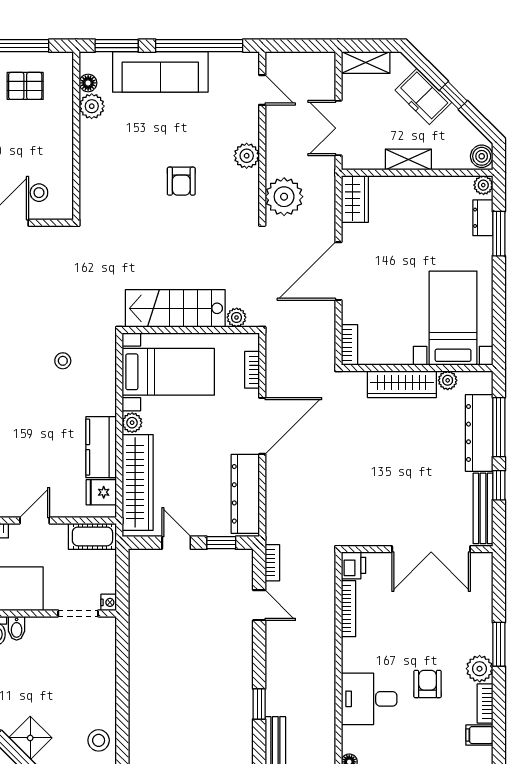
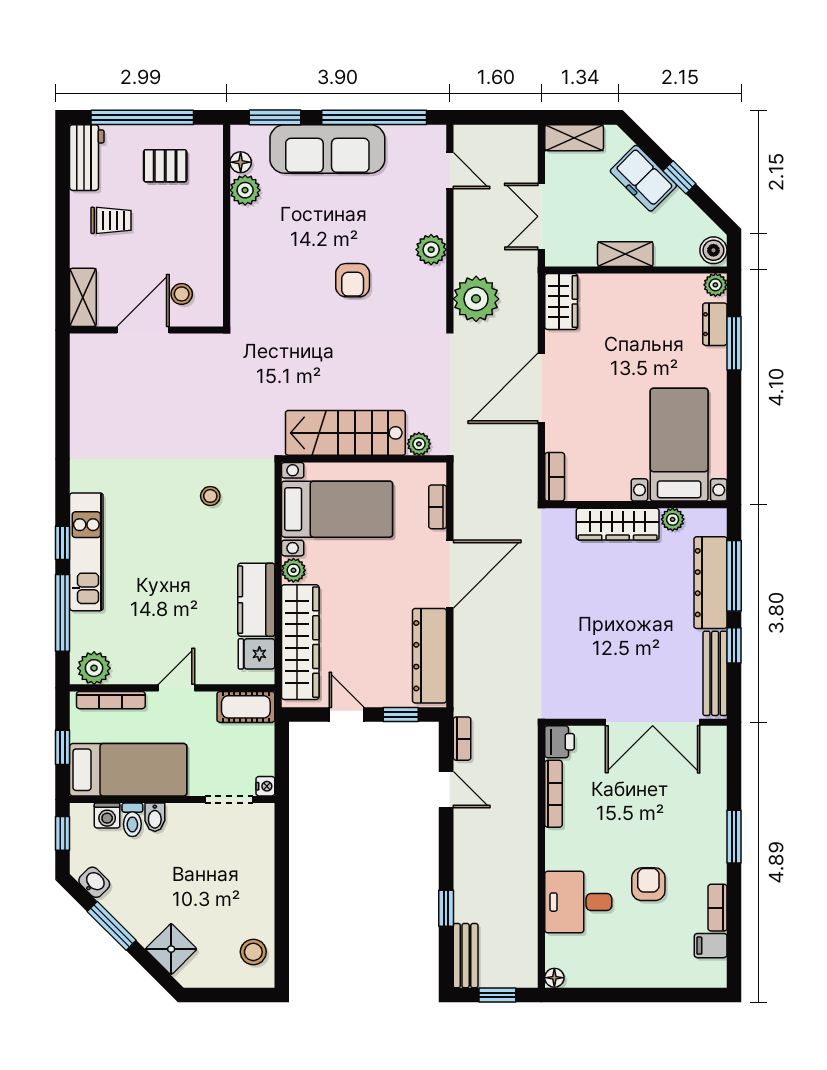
plant: (480, 669) -> (711, 866), removed

